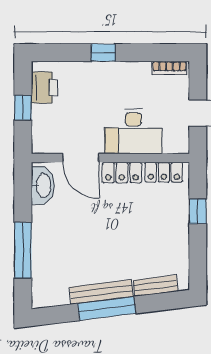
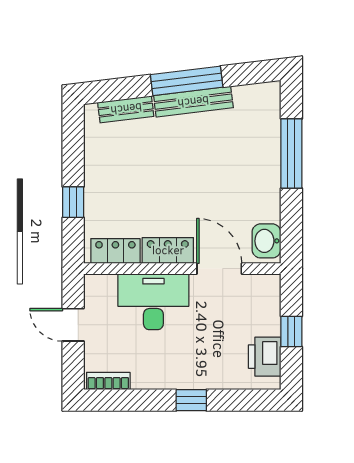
washbasin: (43, 185) -> (266, 241), width x0.72

